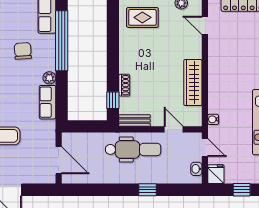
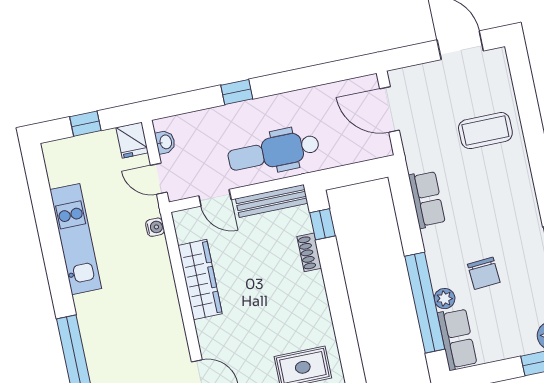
plant: (49, 78) -> (445, 299), moved
bench: (135, 120) -> (272, 201), width x1.36

